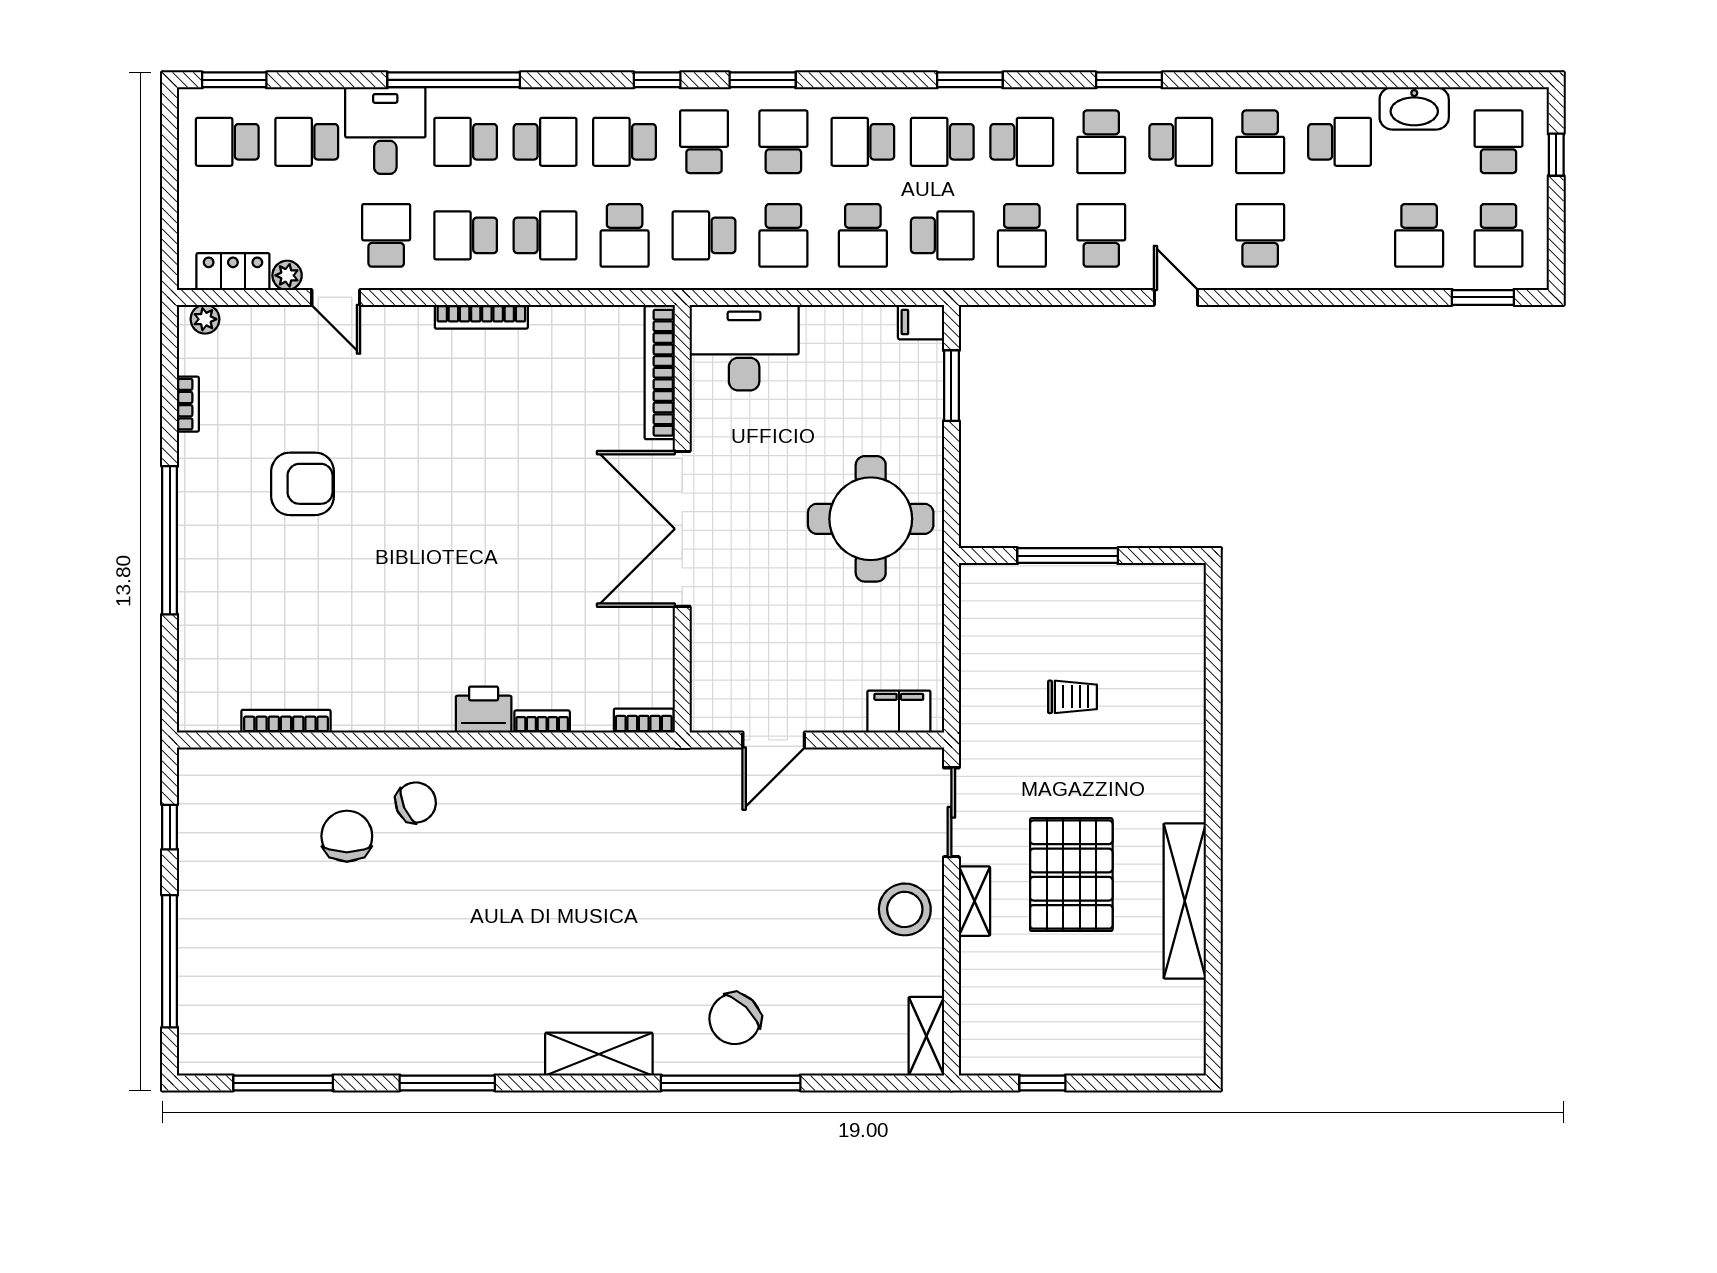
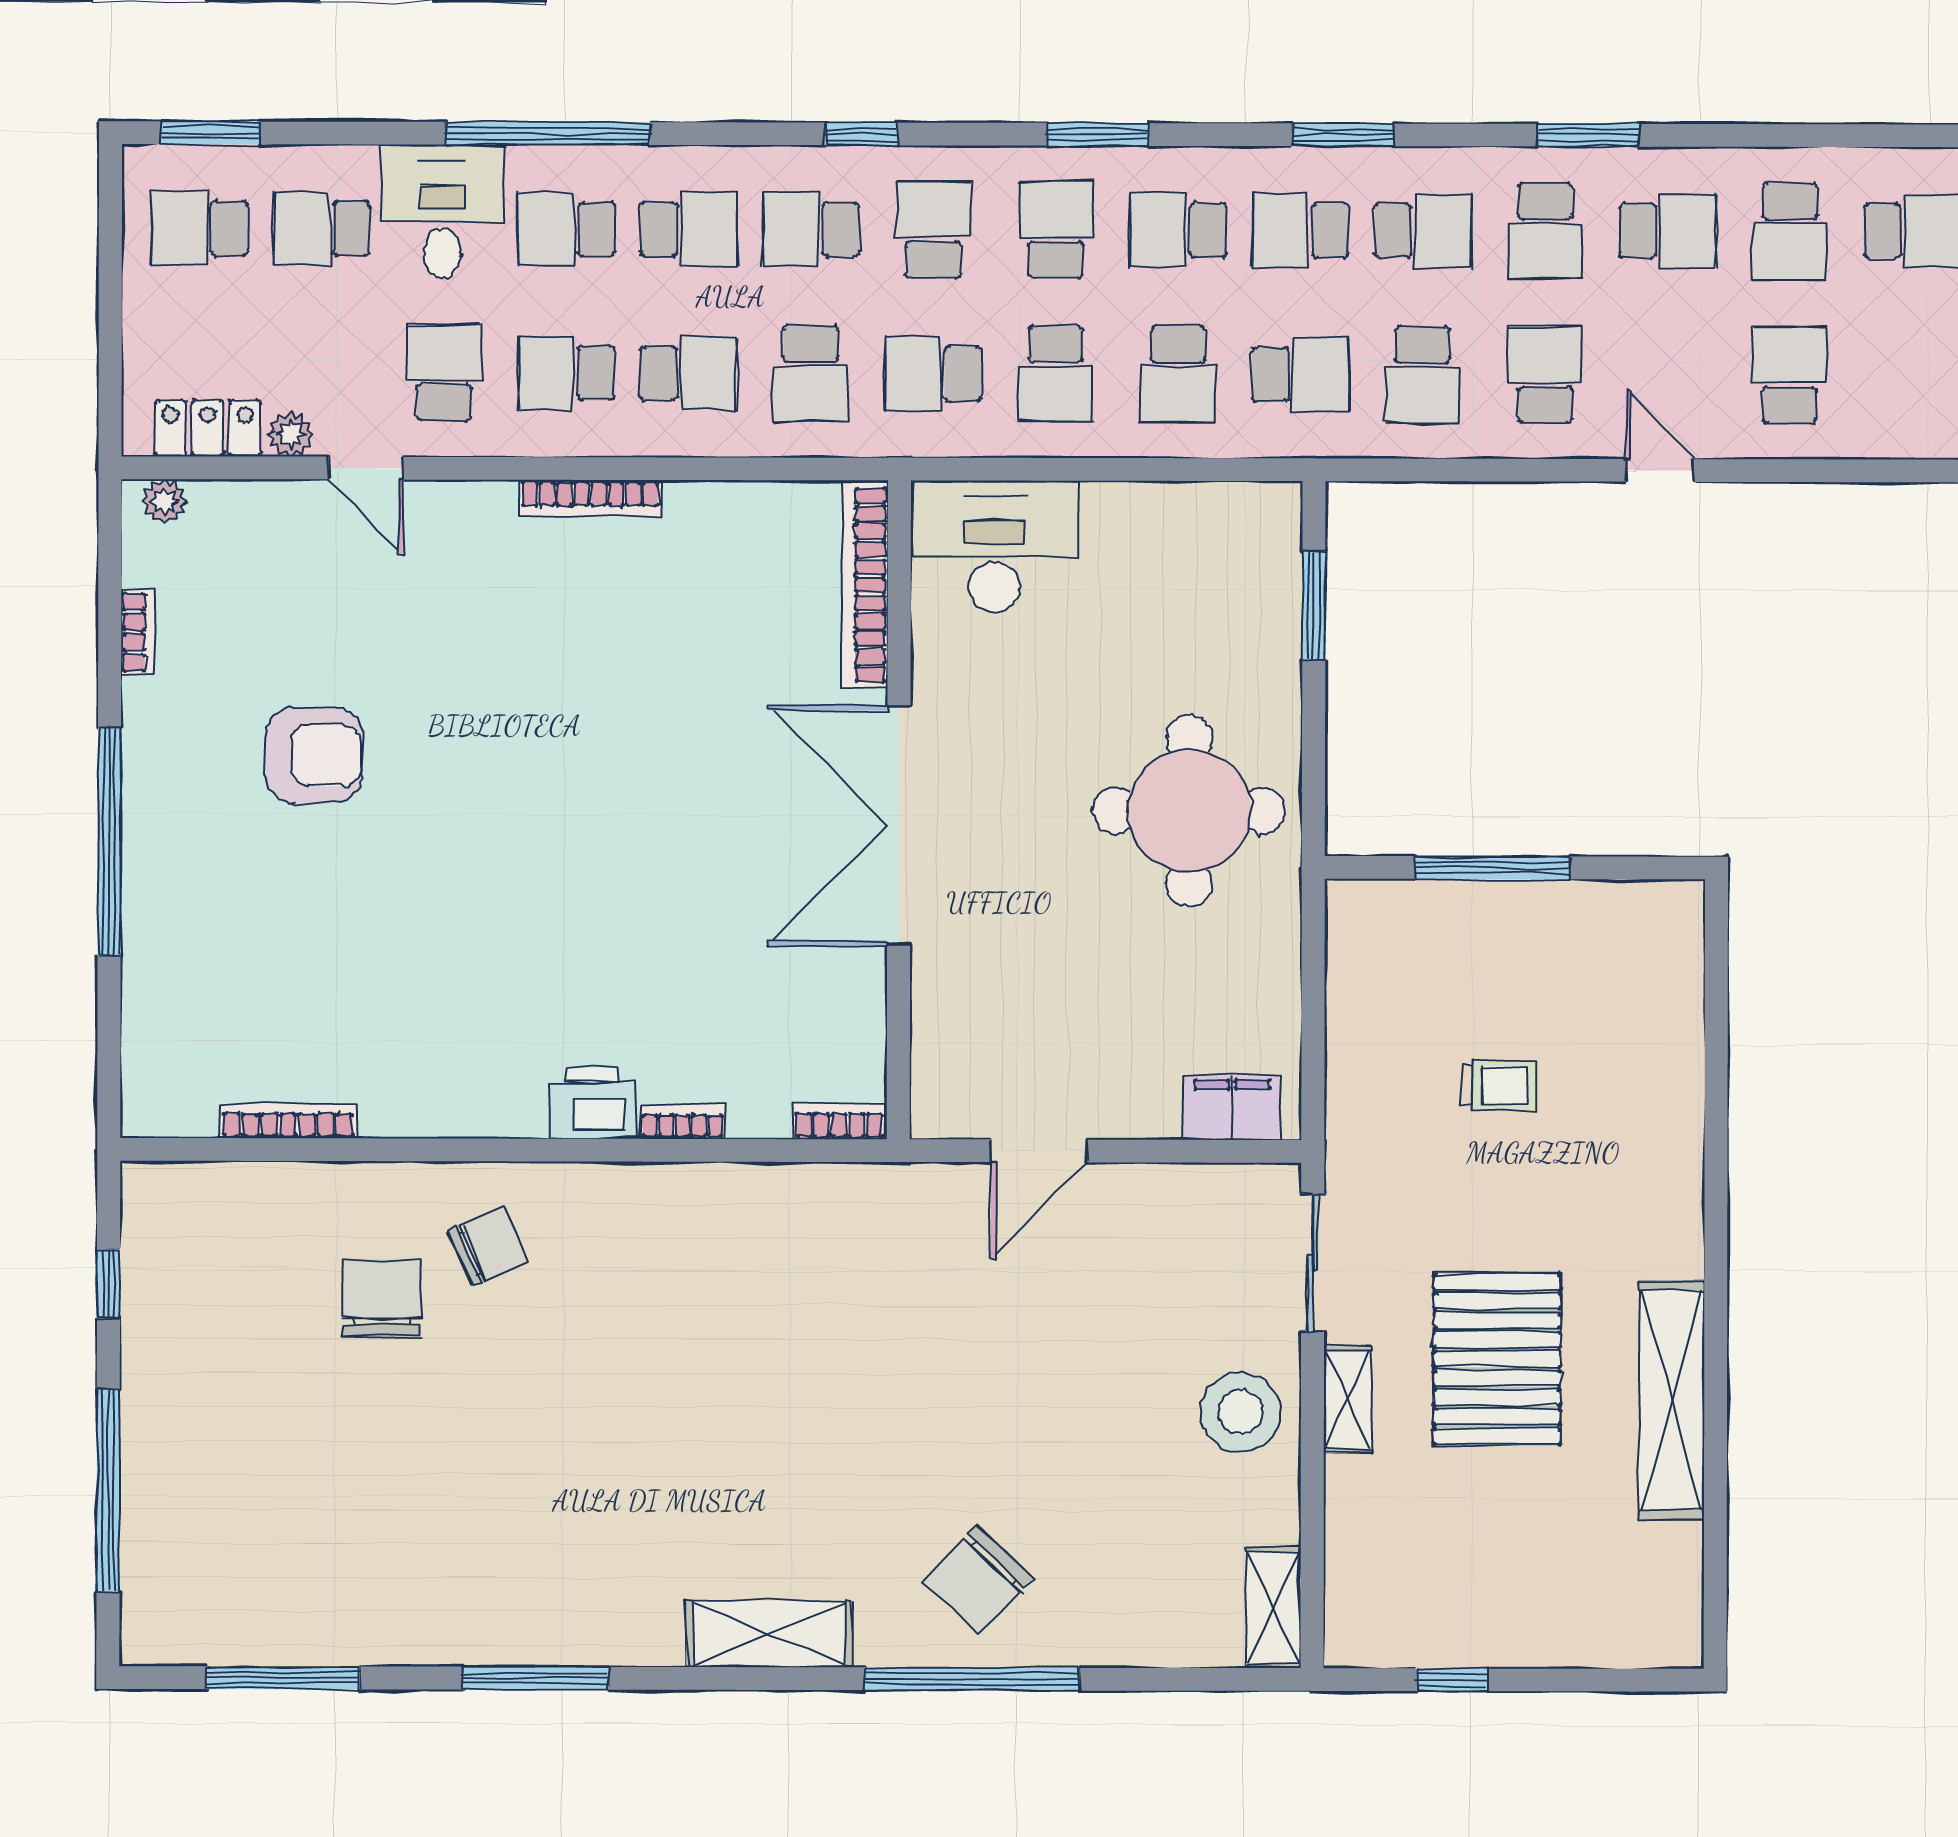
window: (763, 80) -> (1097, 134), moved
filing cabinet: (921, 322) -> (1267, 508), removed

